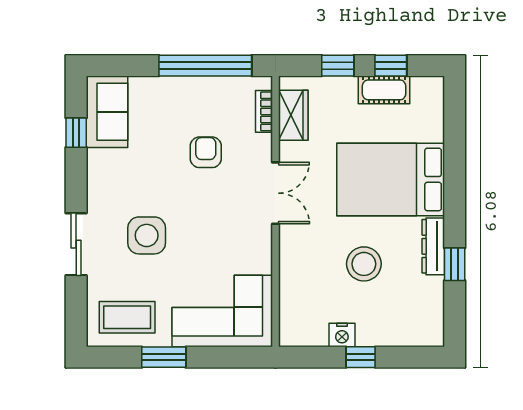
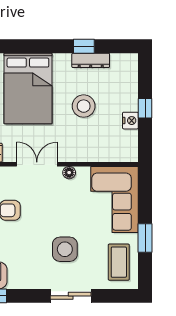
floor lamp: (263, 242) -> (69, 173), added
dresser: (433, 246) -> (91, 60), moved

